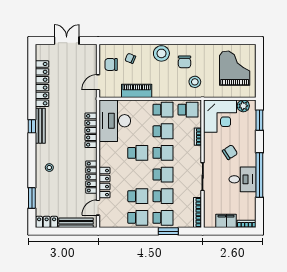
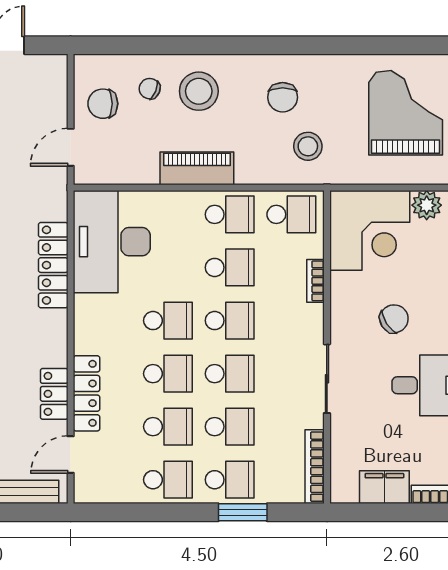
stool: (161, 53) -> (199, 91), moved
piano: (137, 91) -> (197, 168), moved
school desk: (138, 175) -> (168, 374), added
locker: (91, 177) -> (54, 394), width x0.66

